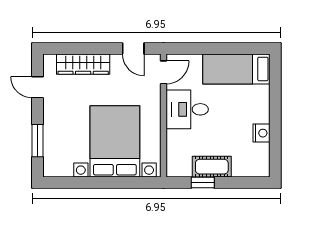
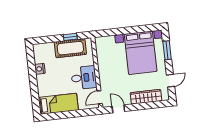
door: (38, 87) -> (170, 81), hinge flipped
bed with nightstands: (115, 141) -> (141, 53), moved
cot: (212, 167) -> (70, 48), width x1.37, depth x1.34

